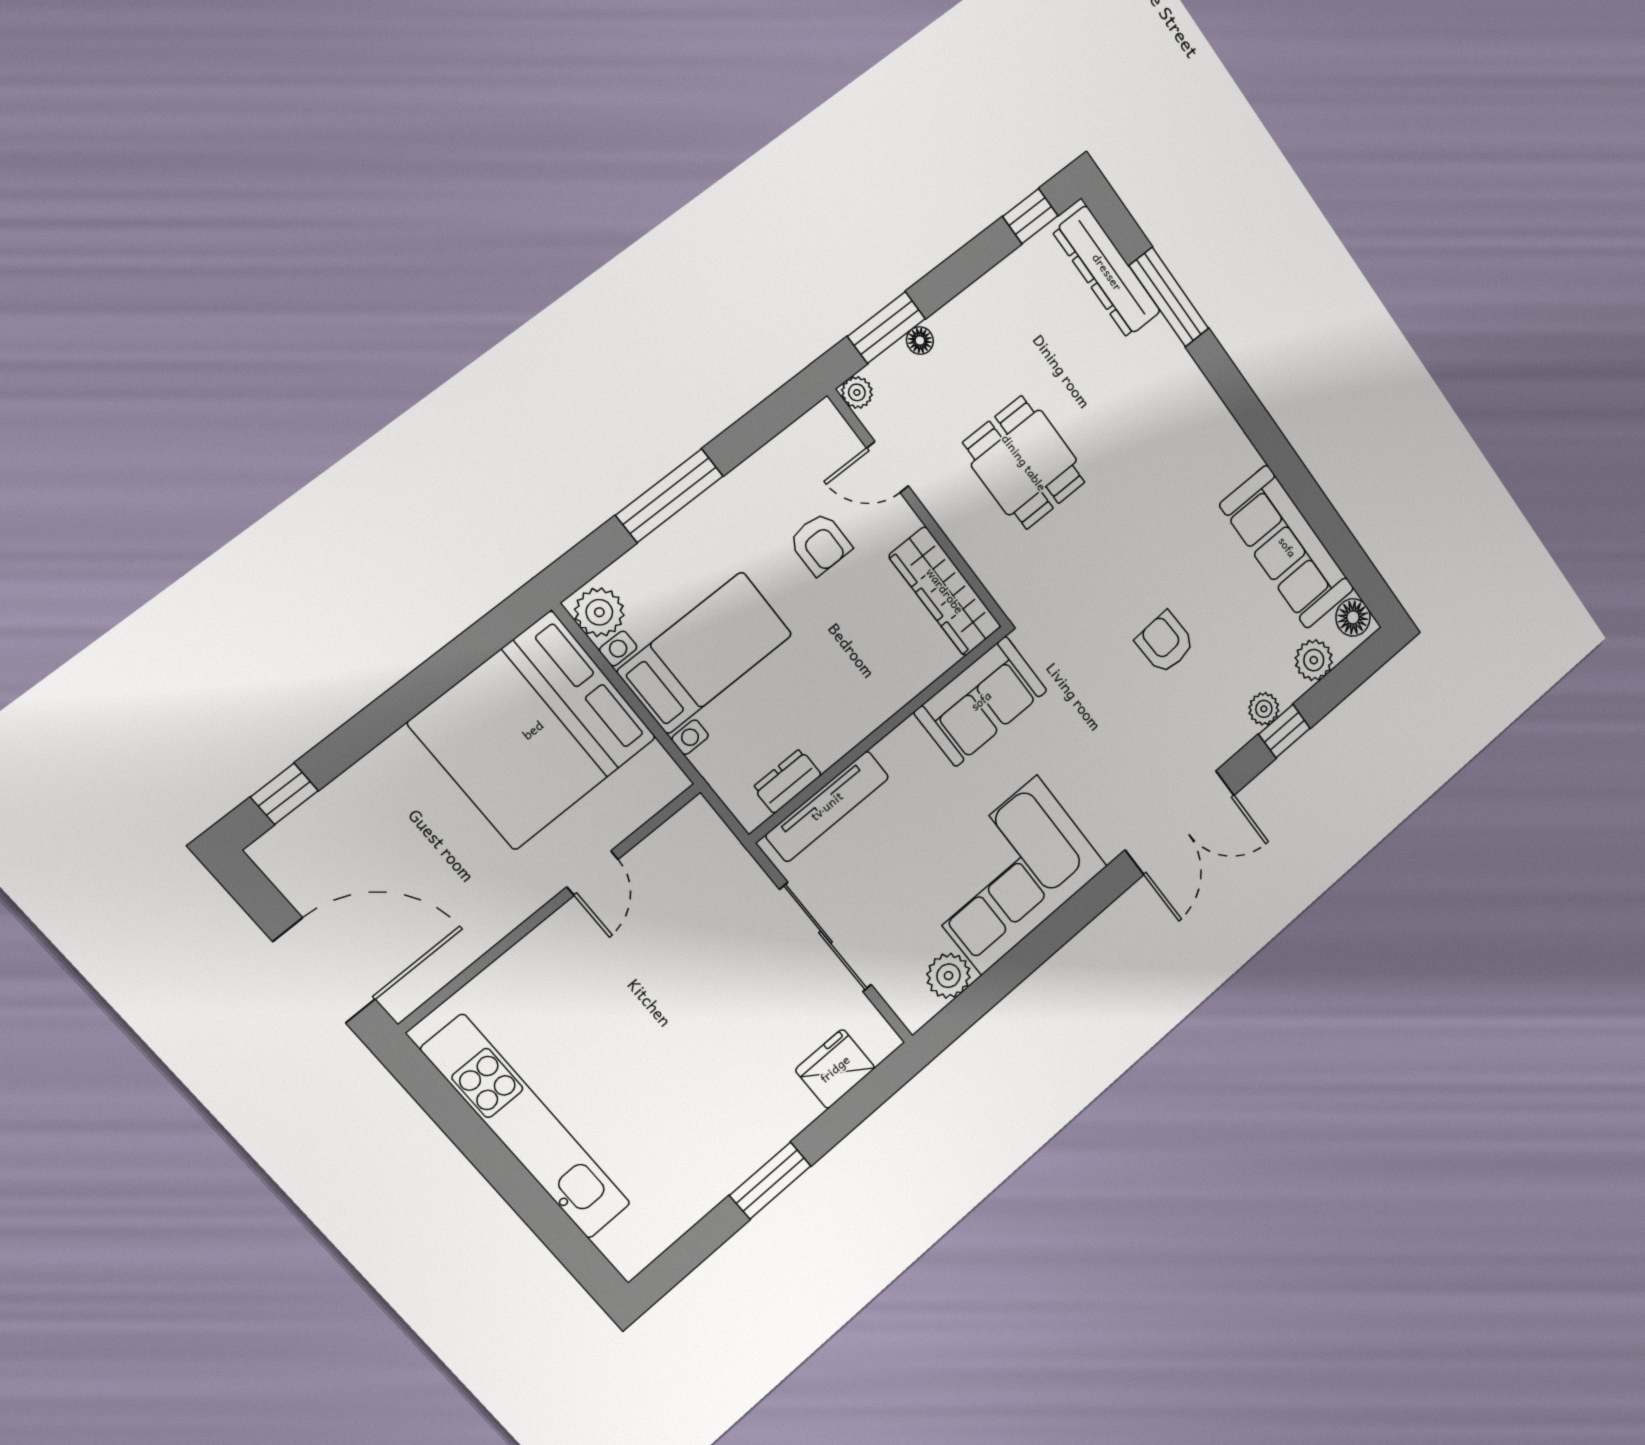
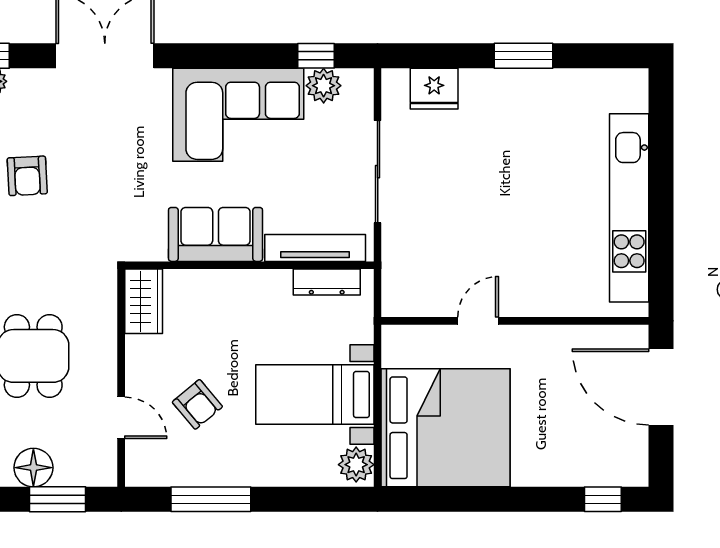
floor lamp: (920, 340) -> (33, 468), width x1.89, depth x1.89
plant: (857, 392) -> (106, 475), removed
window: (669, 496) -> (211, 499), moved
armchair: (820, 544) -> (197, 404), turned 140
wardrobe: (945, 591) -> (144, 301), width x0.67
sofa: (981, 701) -> (216, 234), moved
dresser: (787, 781) -> (327, 282), width x1.44
window: (979, 998) -> (316, 56), added

